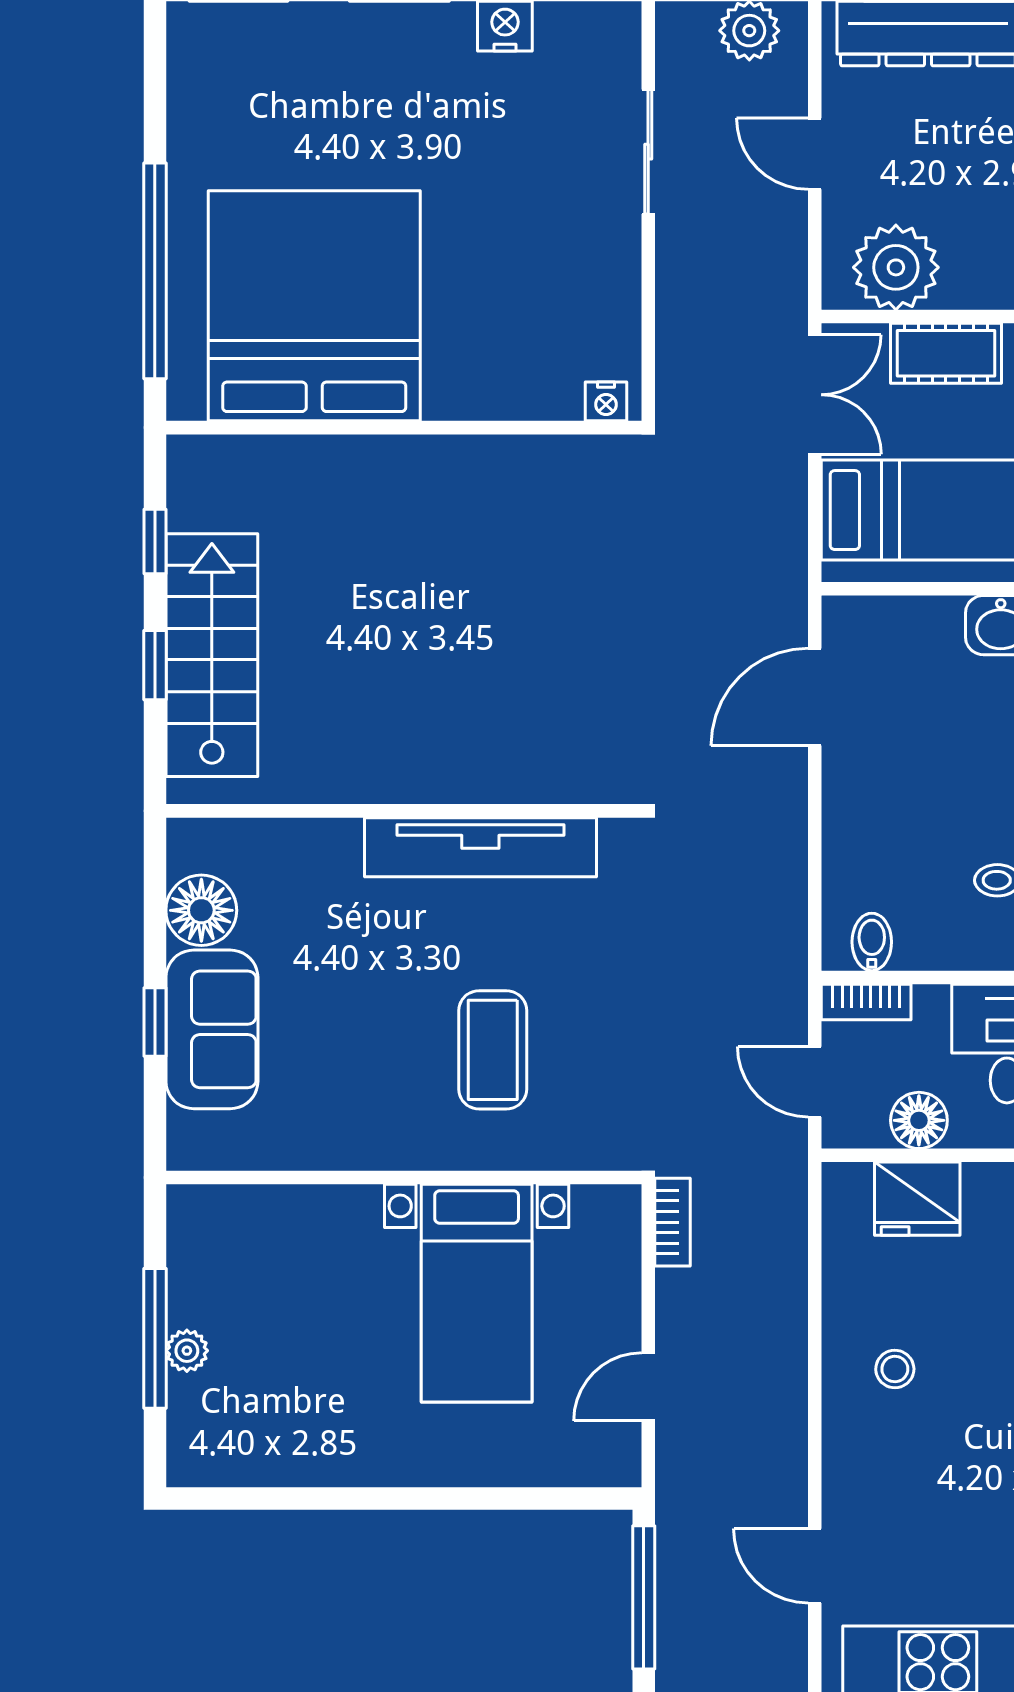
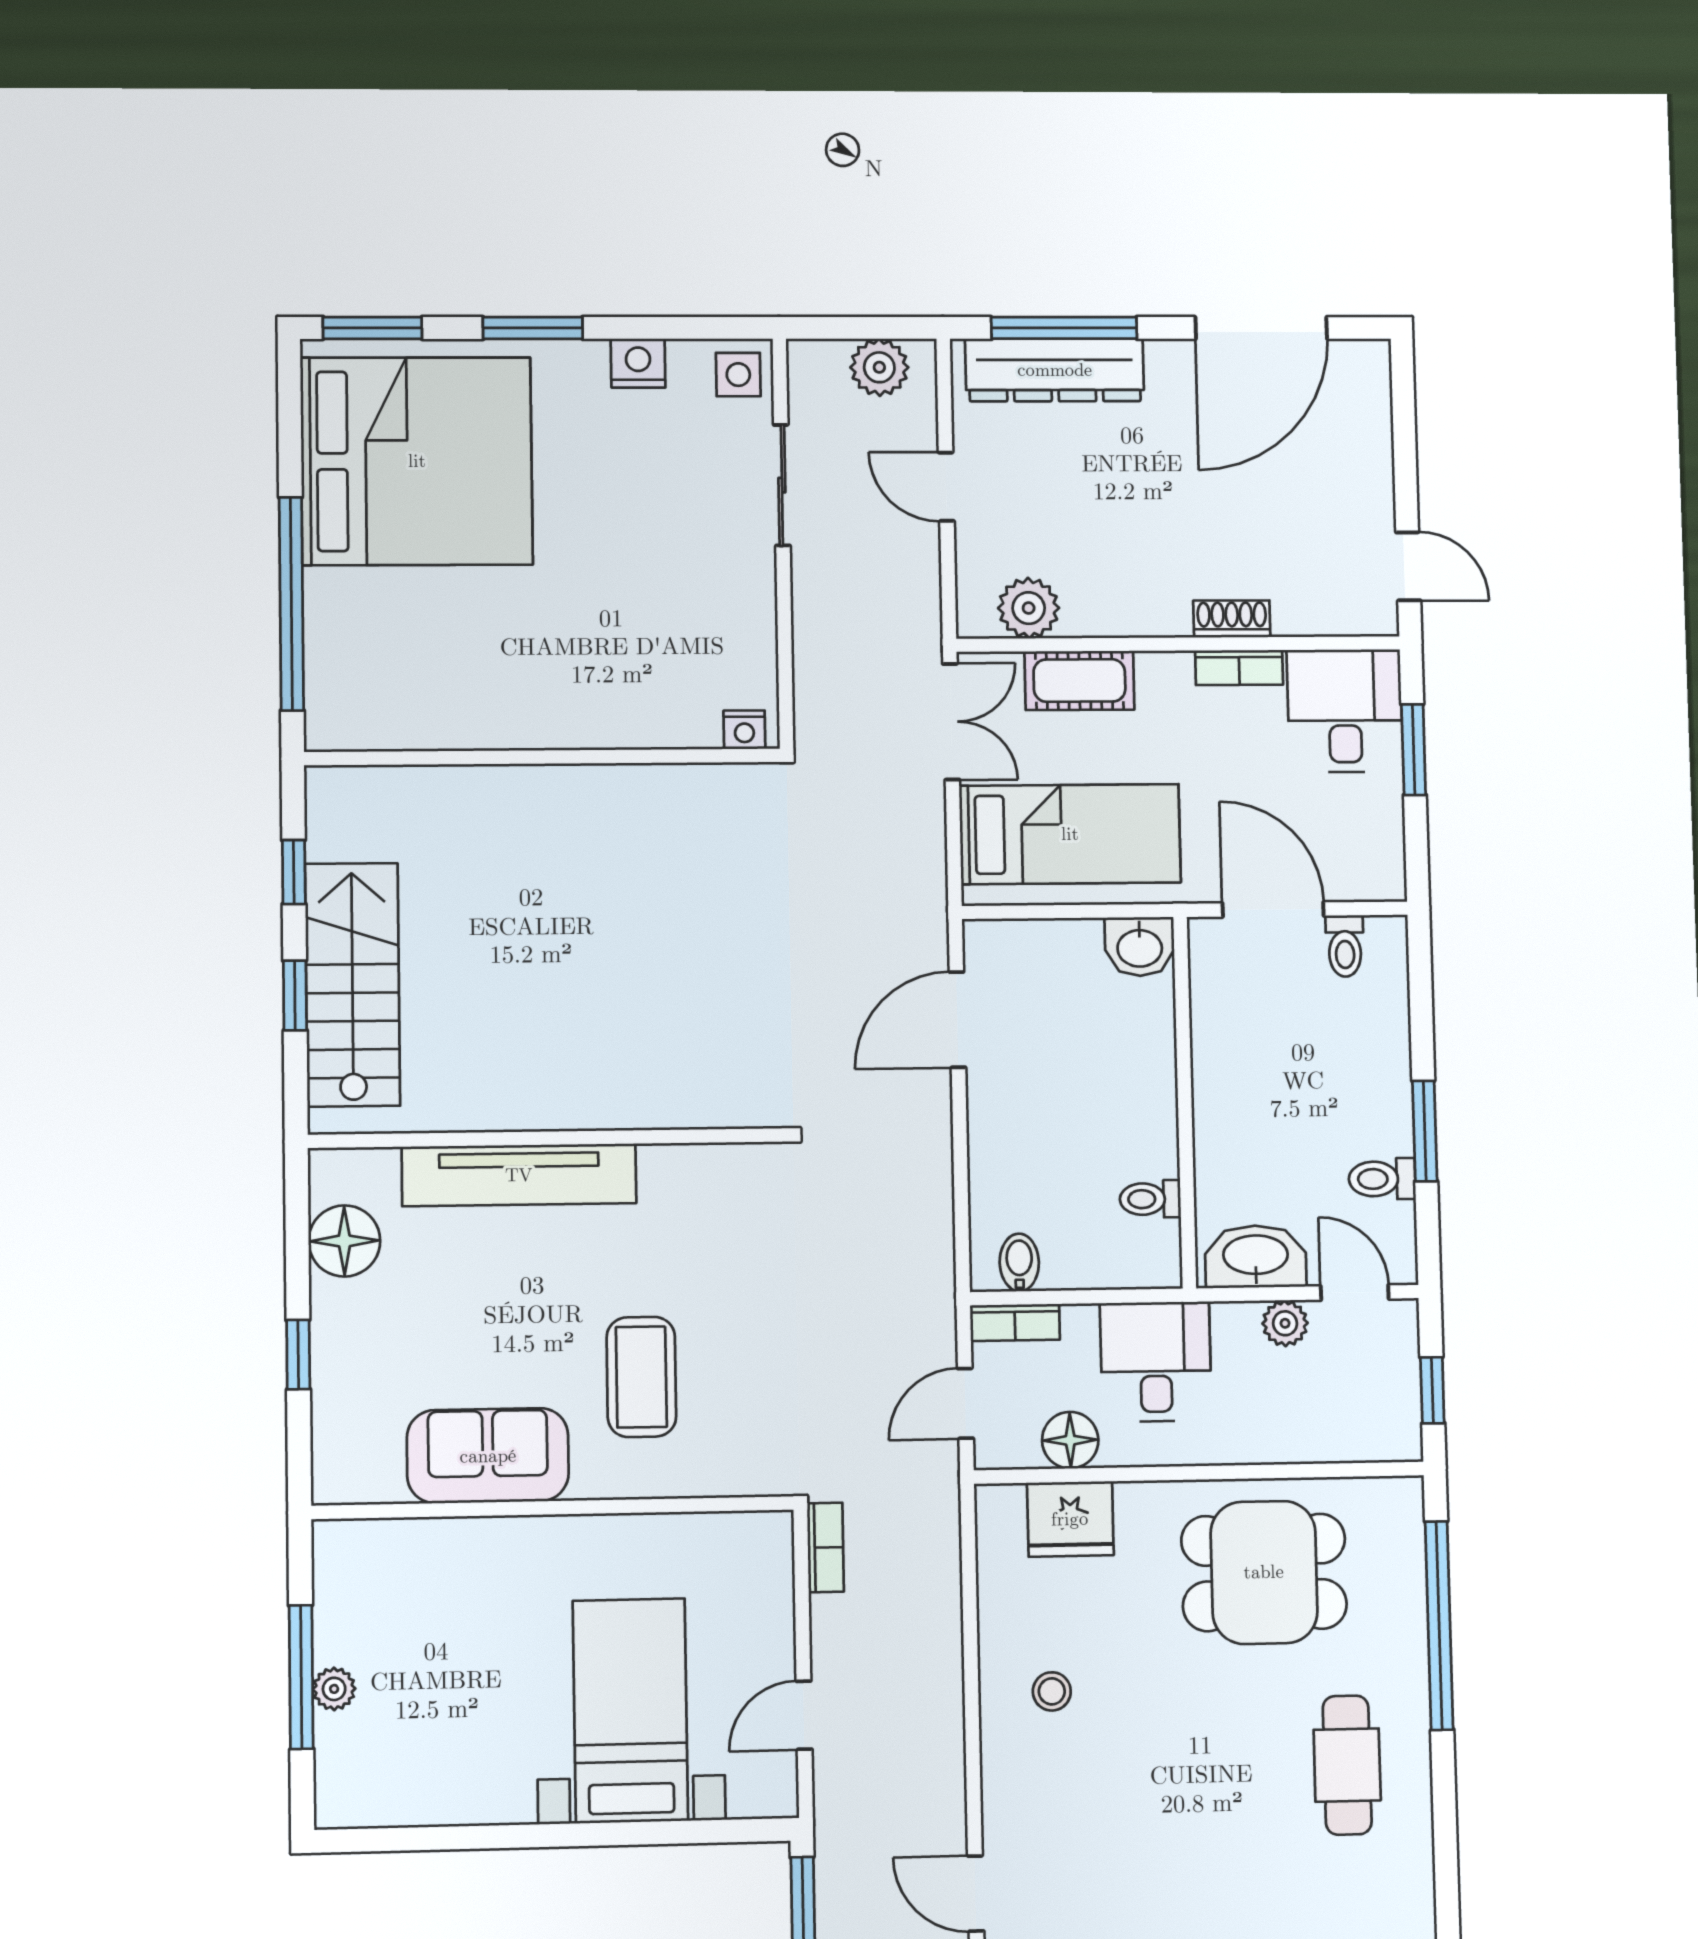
side table: (606, 38) -> (738, 375), added
plant: (896, 267) -> (1029, 608), width x0.73, depth x0.73
bed: (314, 306) -> (417, 461), moved, turned 90
tv unit: (480, 847) -> (519, 1175), moved
sofa: (212, 1029) -> (488, 1456), moved, turned -90
door: (815, 1082) -> (965, 1403), hinge flipped
bed with nightstands: (477, 1293) -> (630, 1711), moved, turned 180

